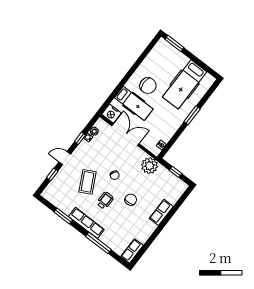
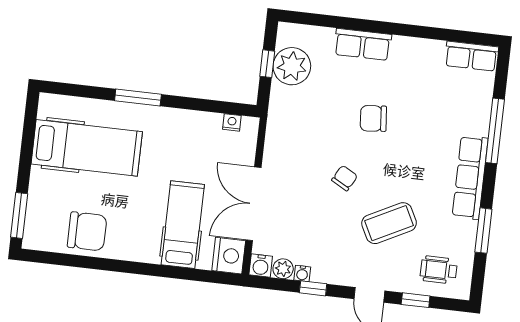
chair: (148, 86) -> (87, 231), moved, turned 90
water cooler: (101, 124) -> (261, 266), added
plant: (150, 166) -> (292, 66), moved
wheelchair: (105, 201) -> (439, 270), moved

